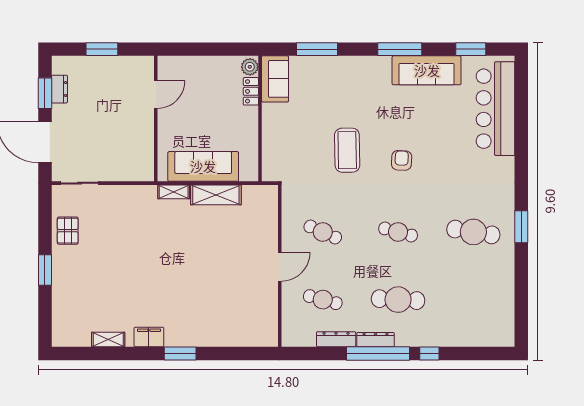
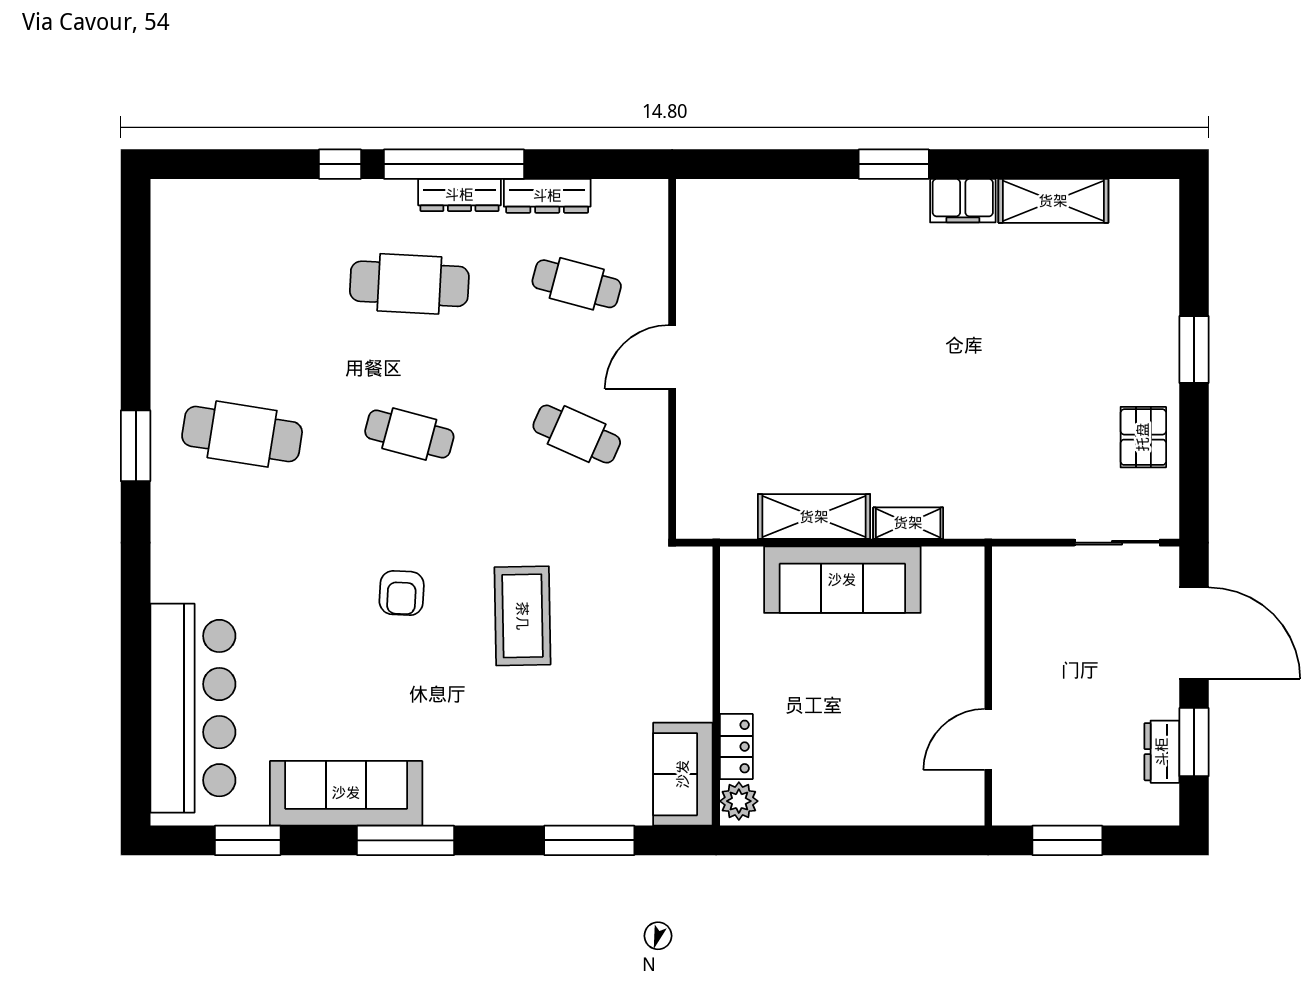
door: (156, 95) -> (988, 739), moved
wall: (156, 119) -> (988, 686), moved
shelving: (108, 339) -> (1053, 201), width x1.50, depth x1.33

